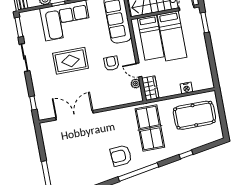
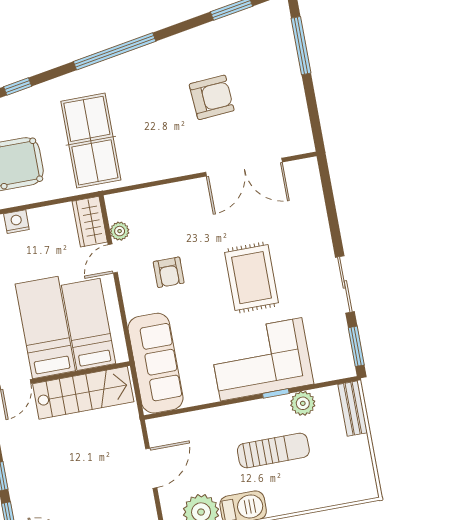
rug: (71, 61) -> (251, 278), turned 90
door: (139, 70) -> (113, 259), swing flipped
window: (33, 103) -> (328, 192), removed
armchair: (121, 156) -> (212, 97), moved

